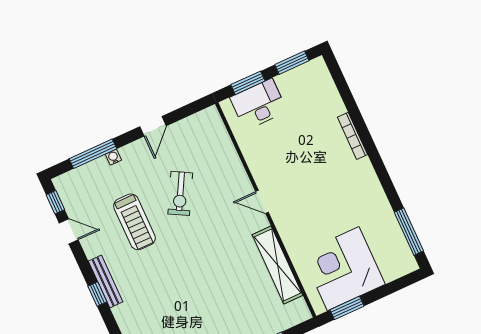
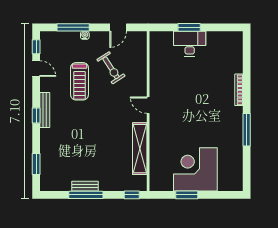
window: (292, 63) -> (222, 27), removed
exercise bike: (180, 193) -> (111, 68), moved, turned -62
door: (262, 202) -> (148, 105), moved
wall: (266, 210) -> (148, 111), moved
window: (409, 232) -> (247, 130), moved
shelving: (277, 265) -> (140, 149), moved

